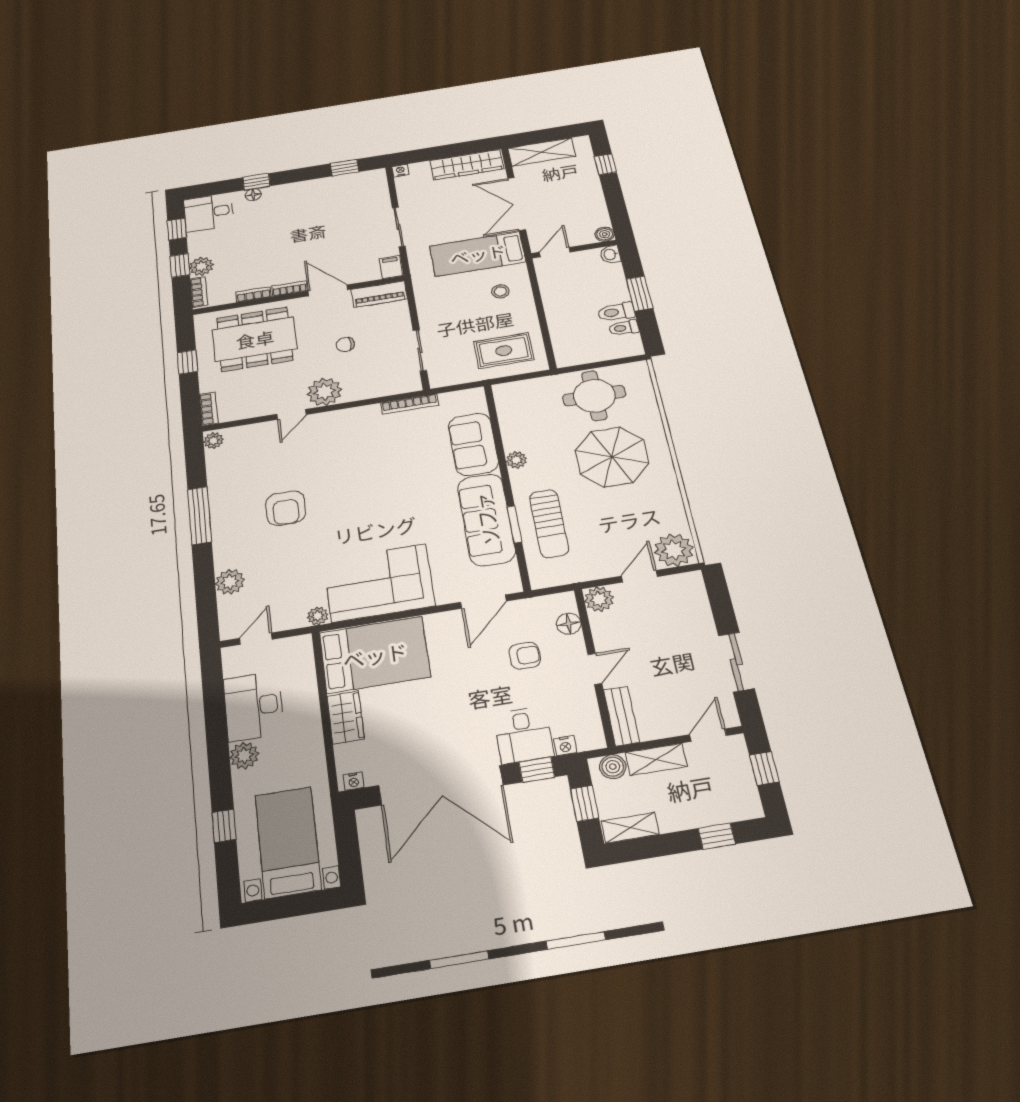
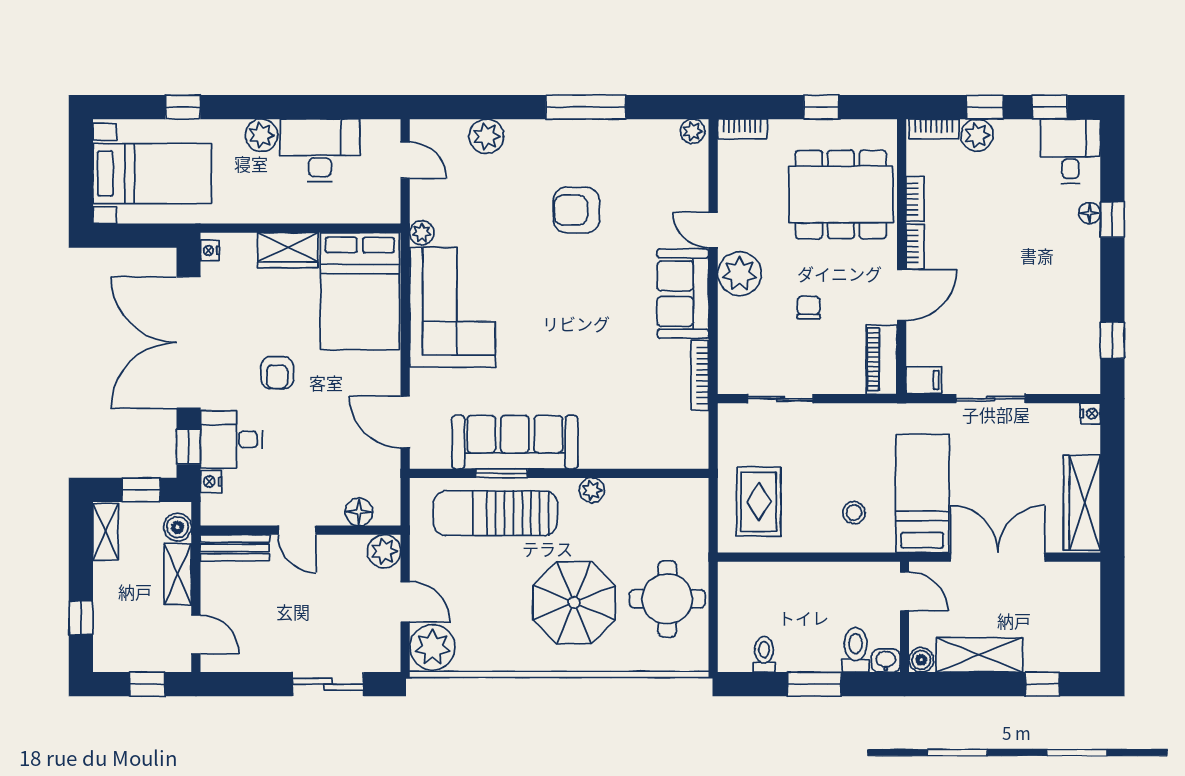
shelving: (542, 152) -> (979, 655), moved, turned 90
toilet: (616, 312) -> (856, 650), moved
dining table: (255, 339) -> (841, 194), turned 90
sofa: (473, 444) -> (683, 294), moved, turned -90
sun lounger: (549, 523) -> (495, 513), width x1.36, depth x1.34
armchair: (525, 656) -> (277, 373), moved
sliding door: (736, 662) -> (328, 684), moved

